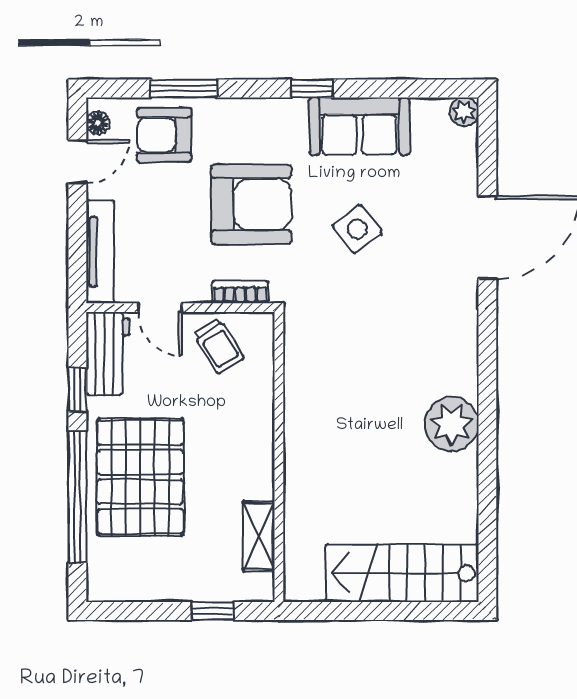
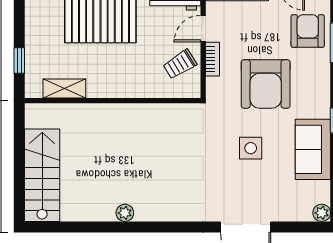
side table: (357, 229) -> (251, 148), turned 38
bookcase: (240, 292) -> (212, 59), moved
plant: (452, 424) -> (125, 213), width x0.53, depth x0.53

